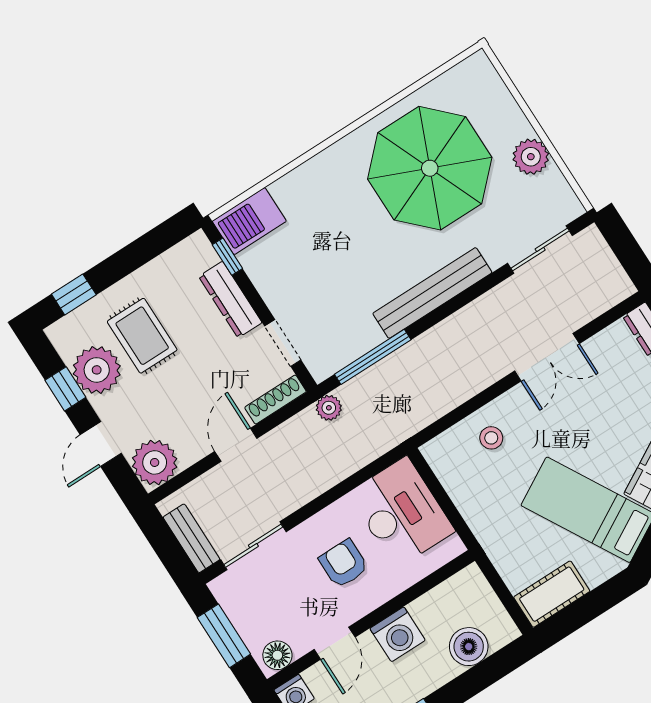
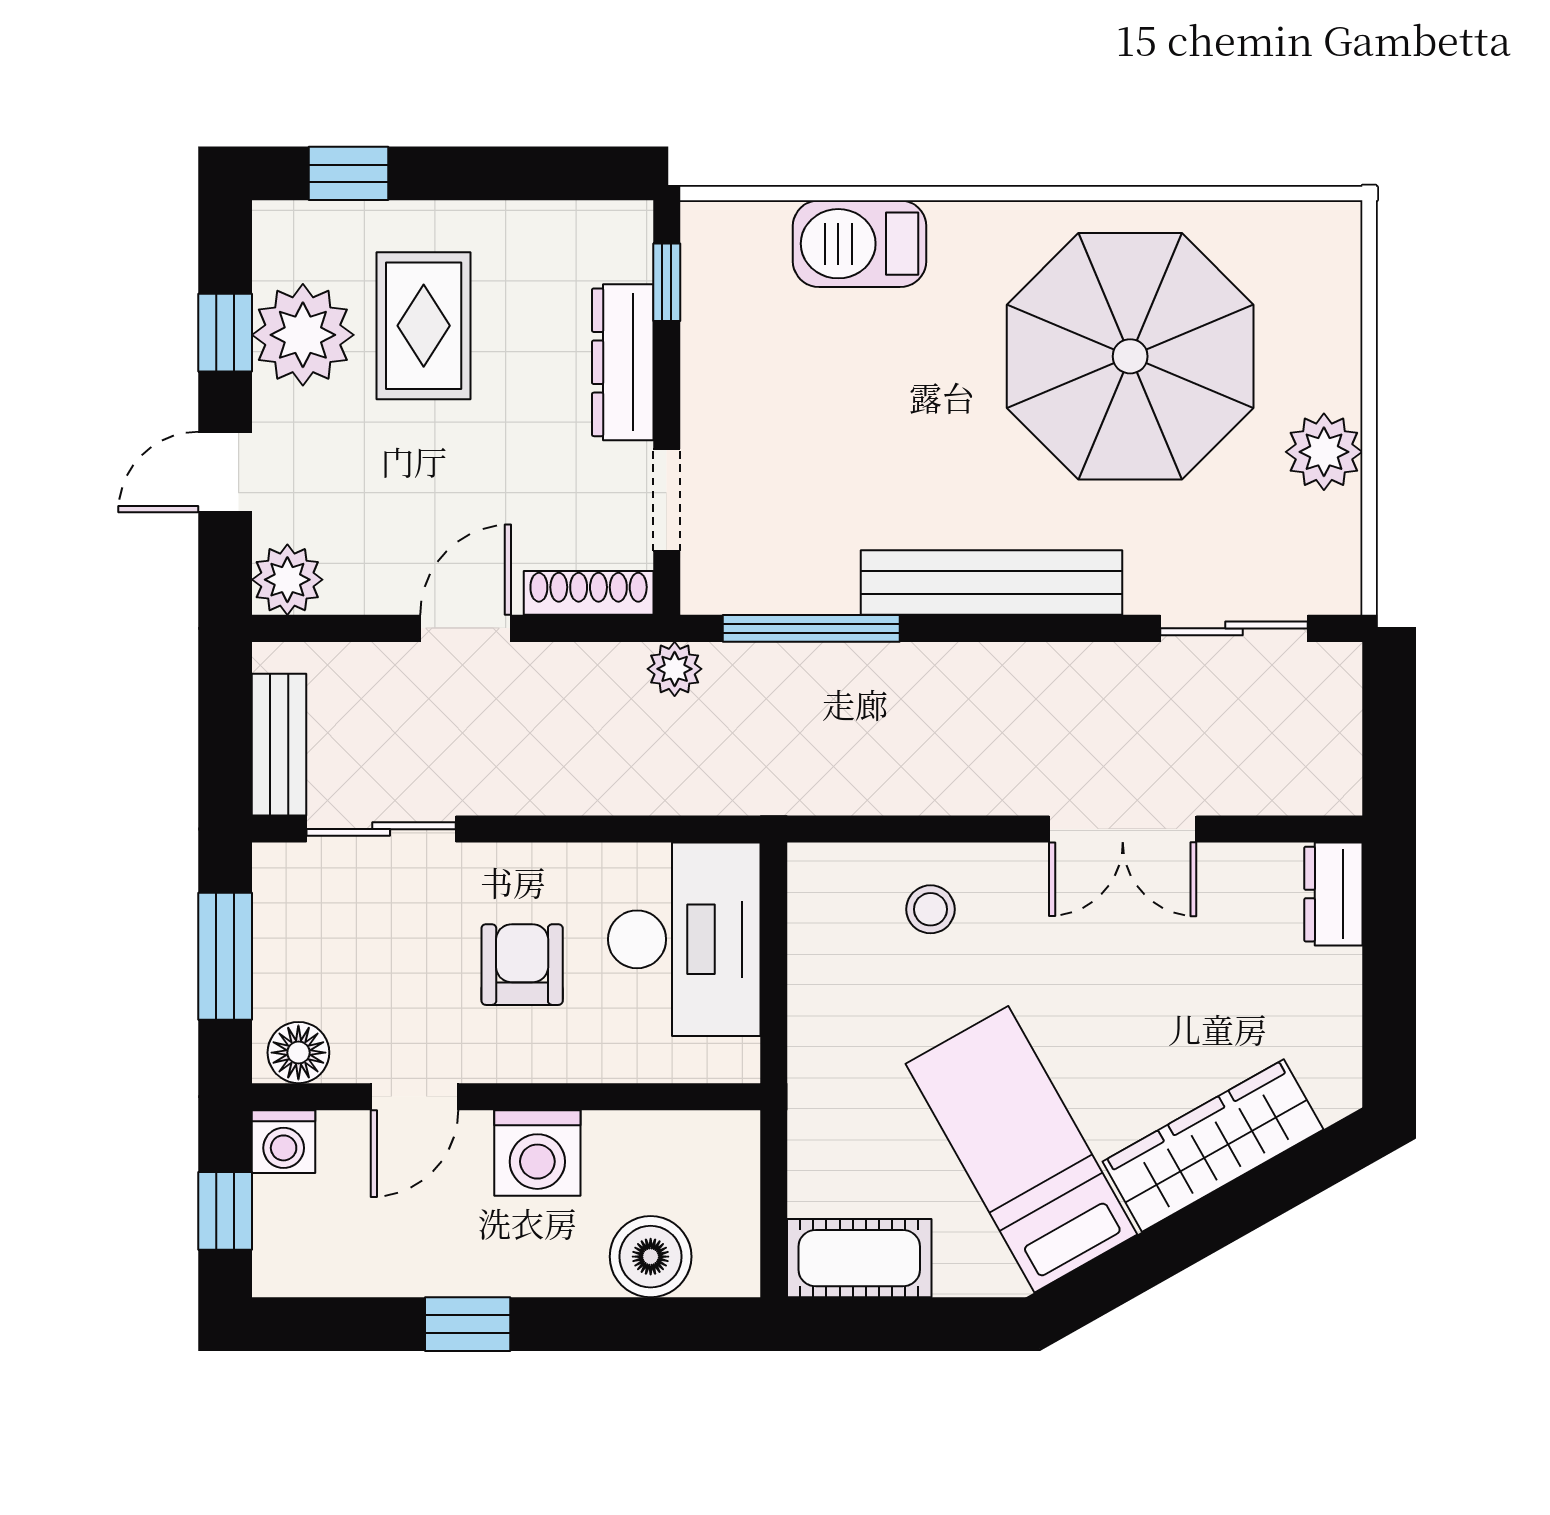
barbecue: (249, 221) -> (860, 244), moved
plant: (155, 462) -> (287, 580), width x0.73, depth x0.73

